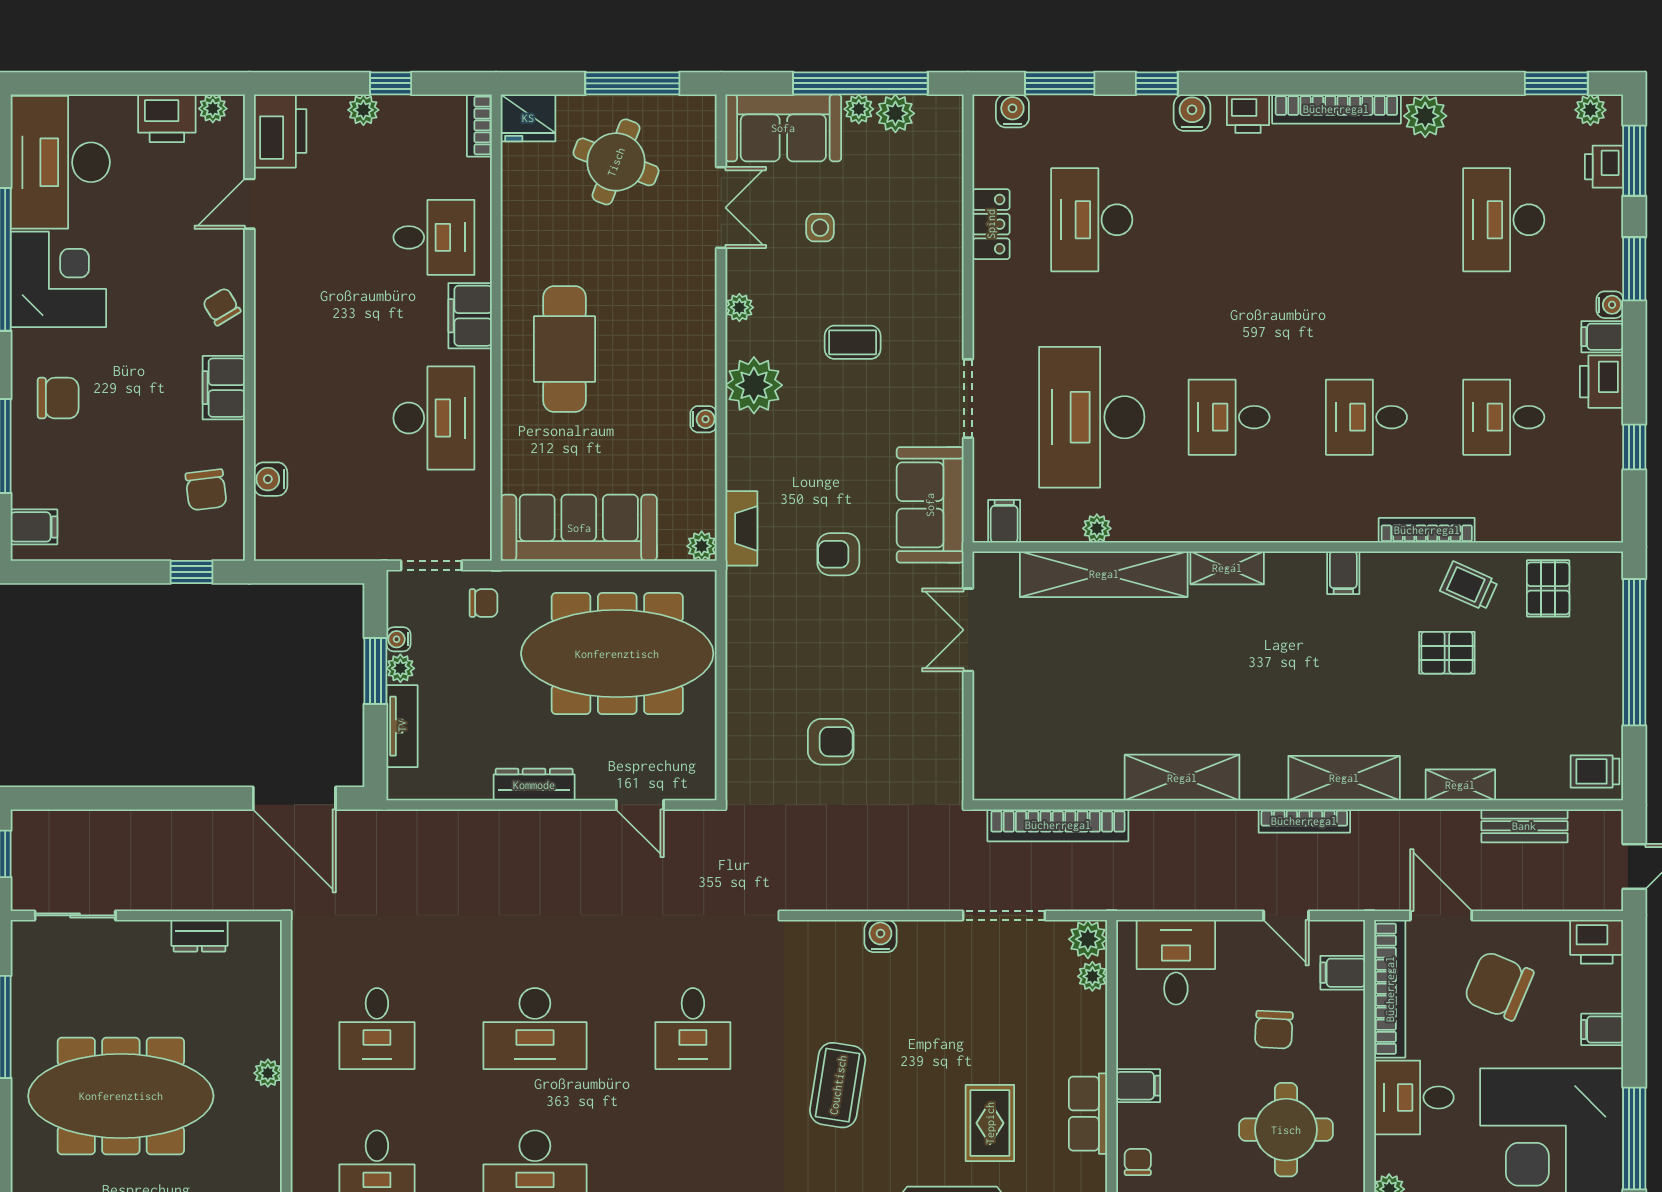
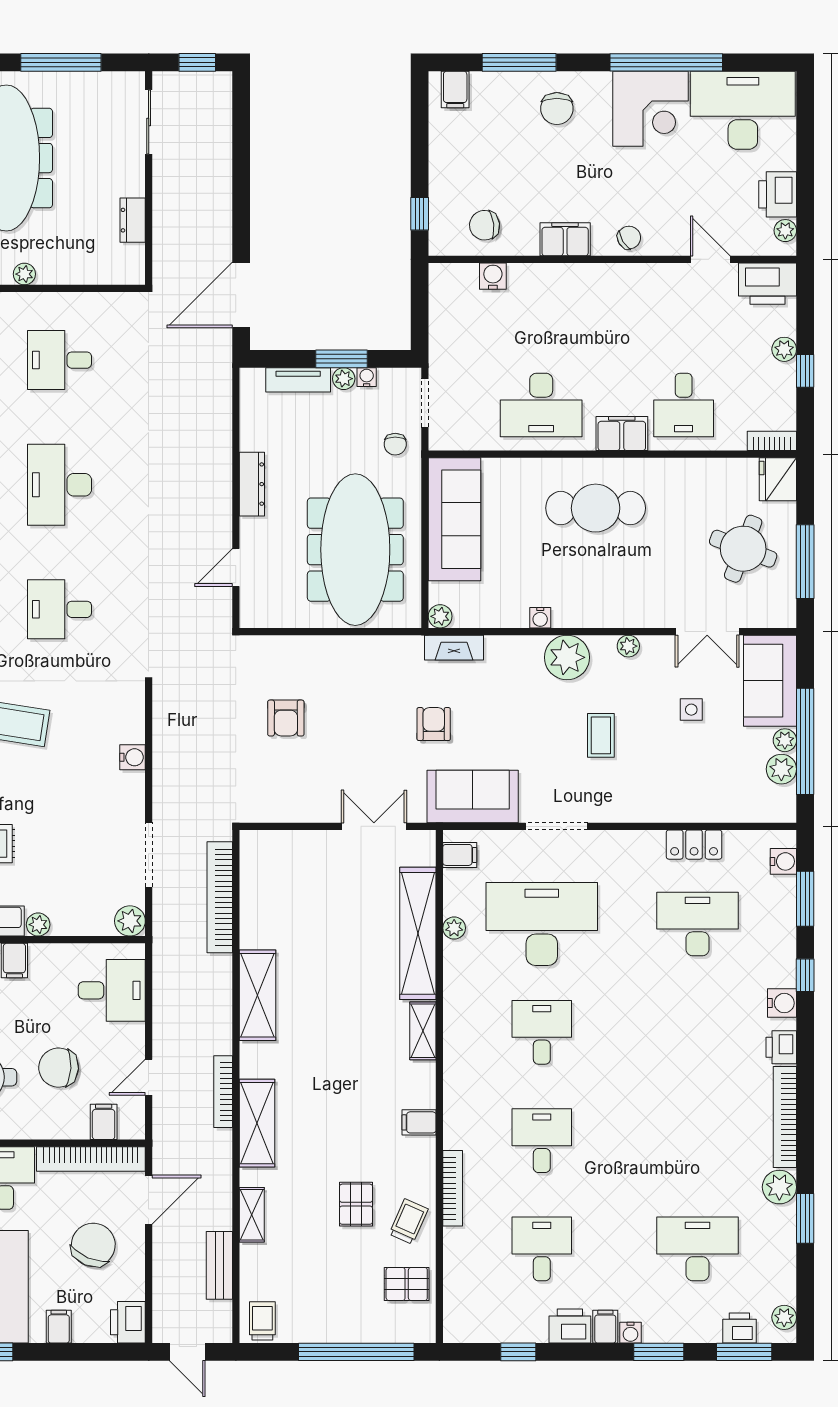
window: (1556, 83) -> (805, 1218), moved
plant: (1092, 976) -> (38, 925), moved
chair: (1274, 1030) -> (59, 1068), width x1.37, depth x1.37

